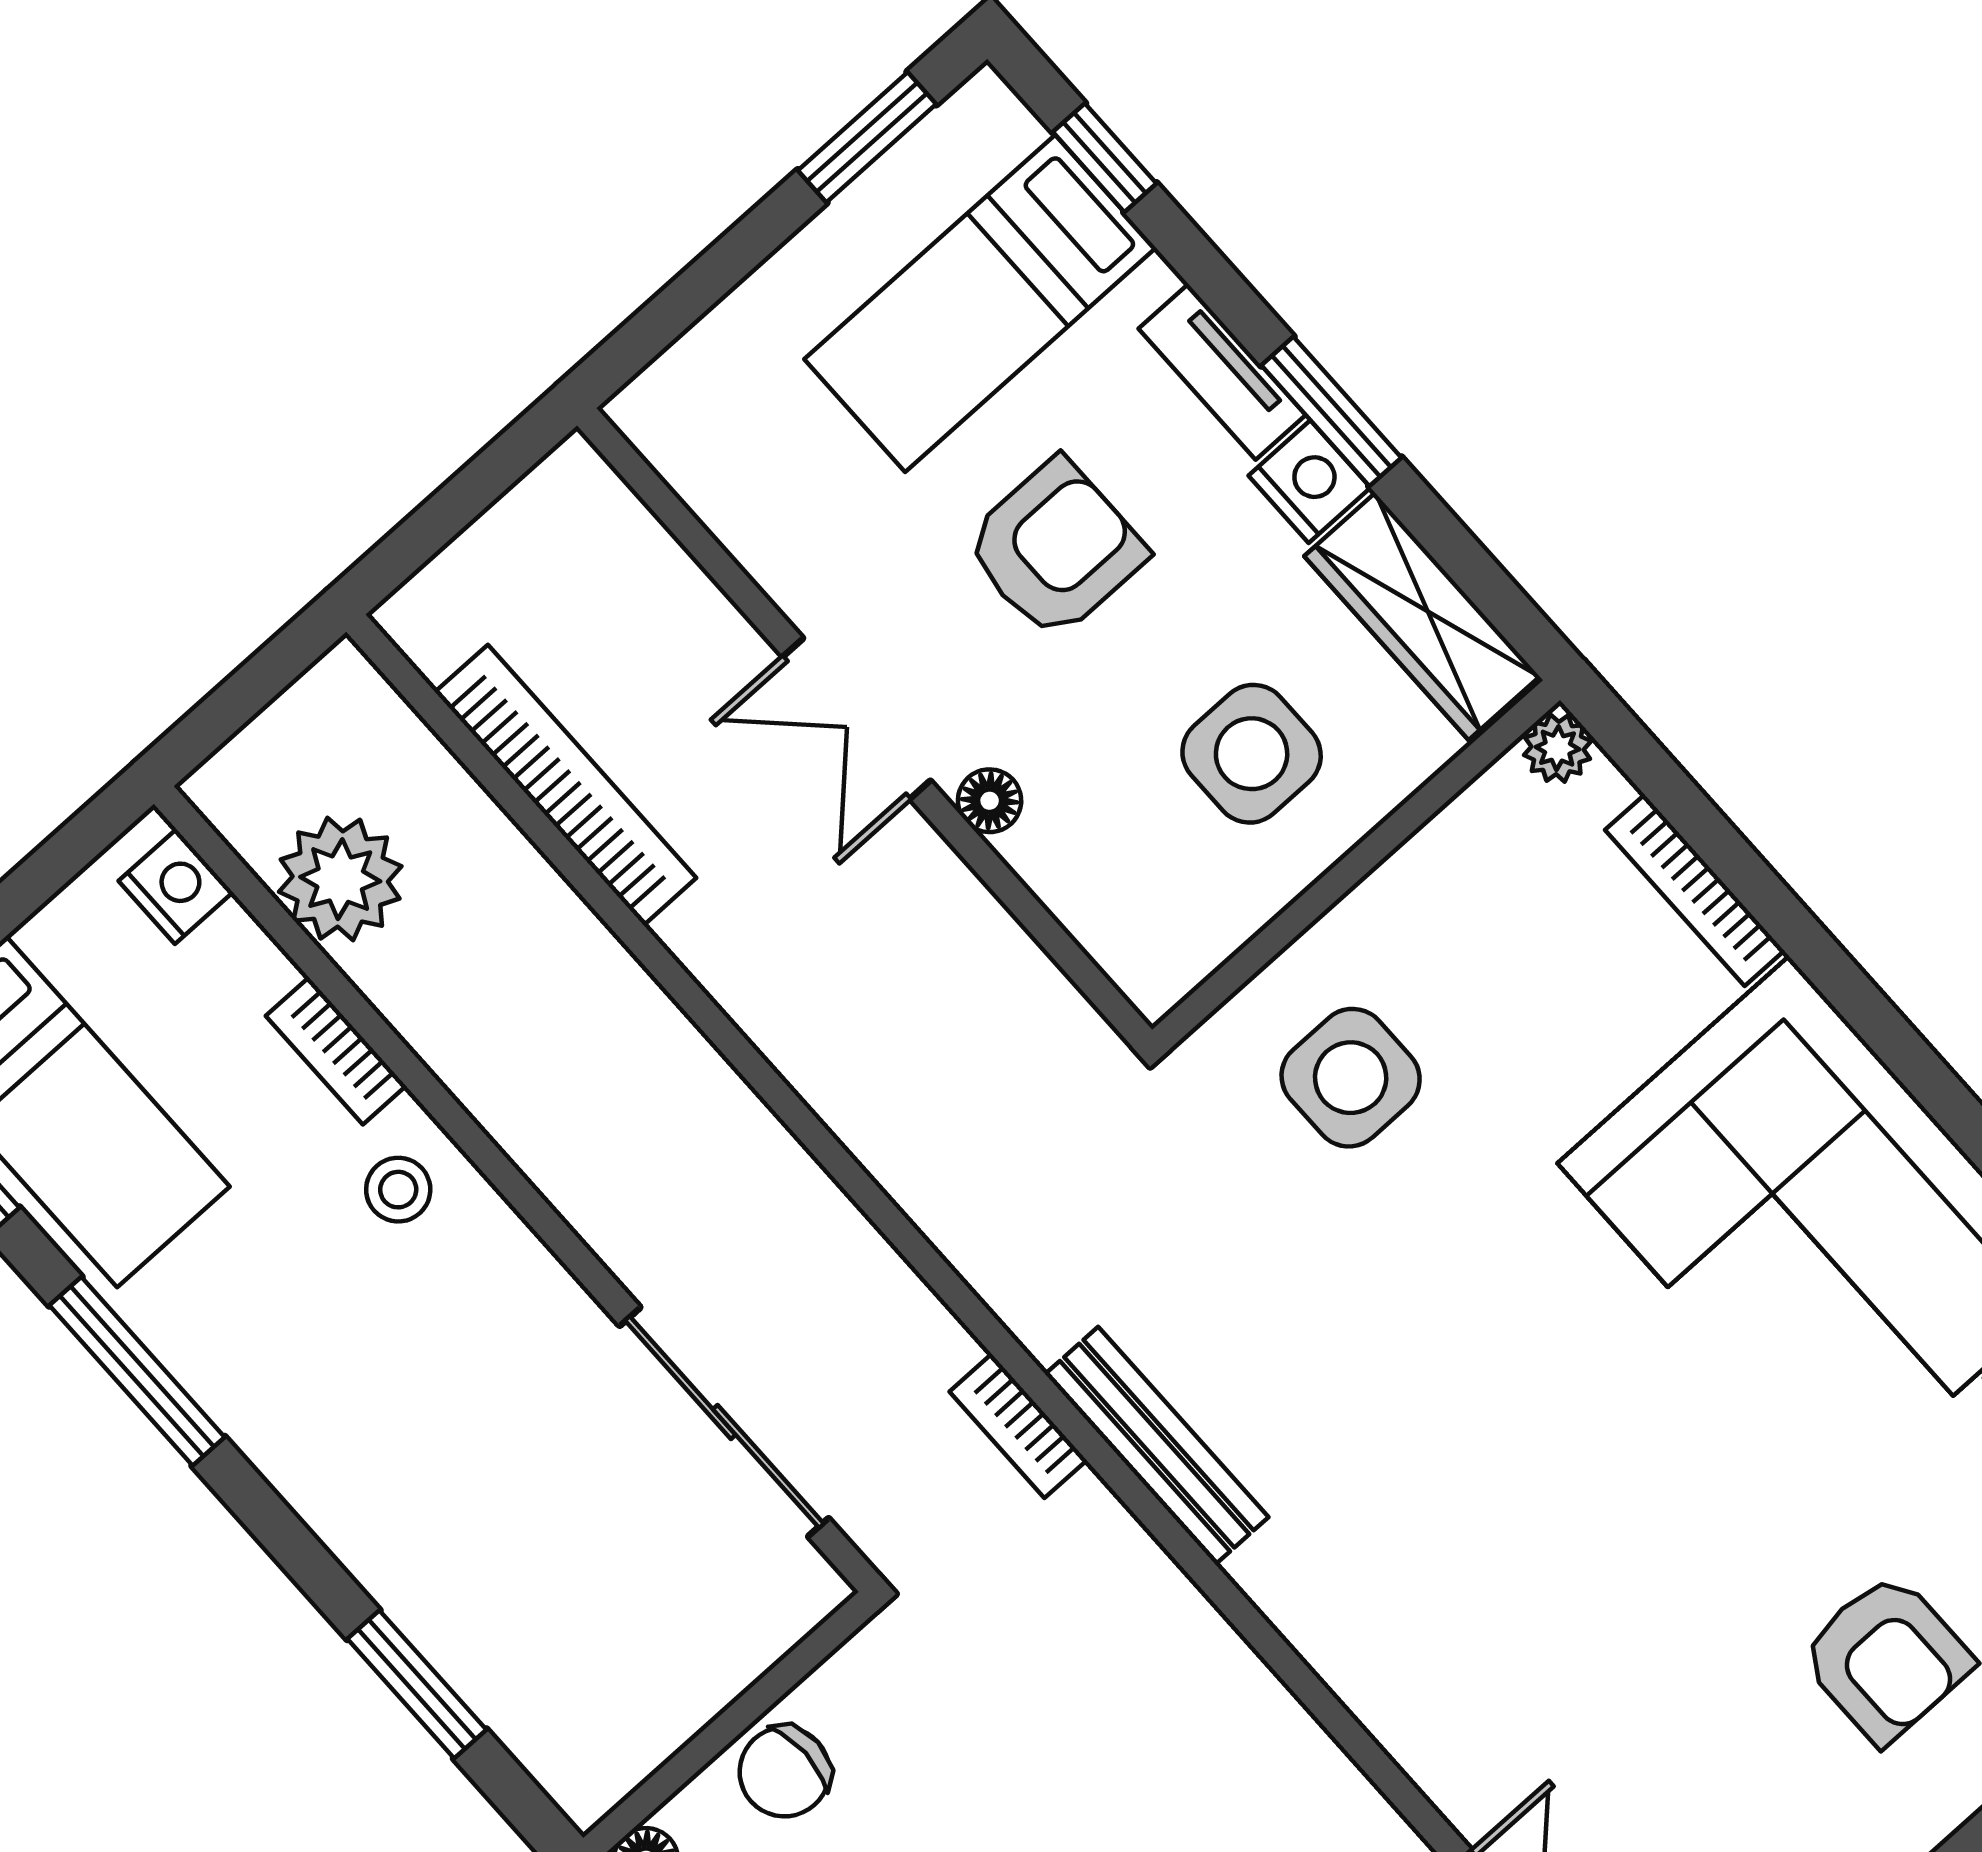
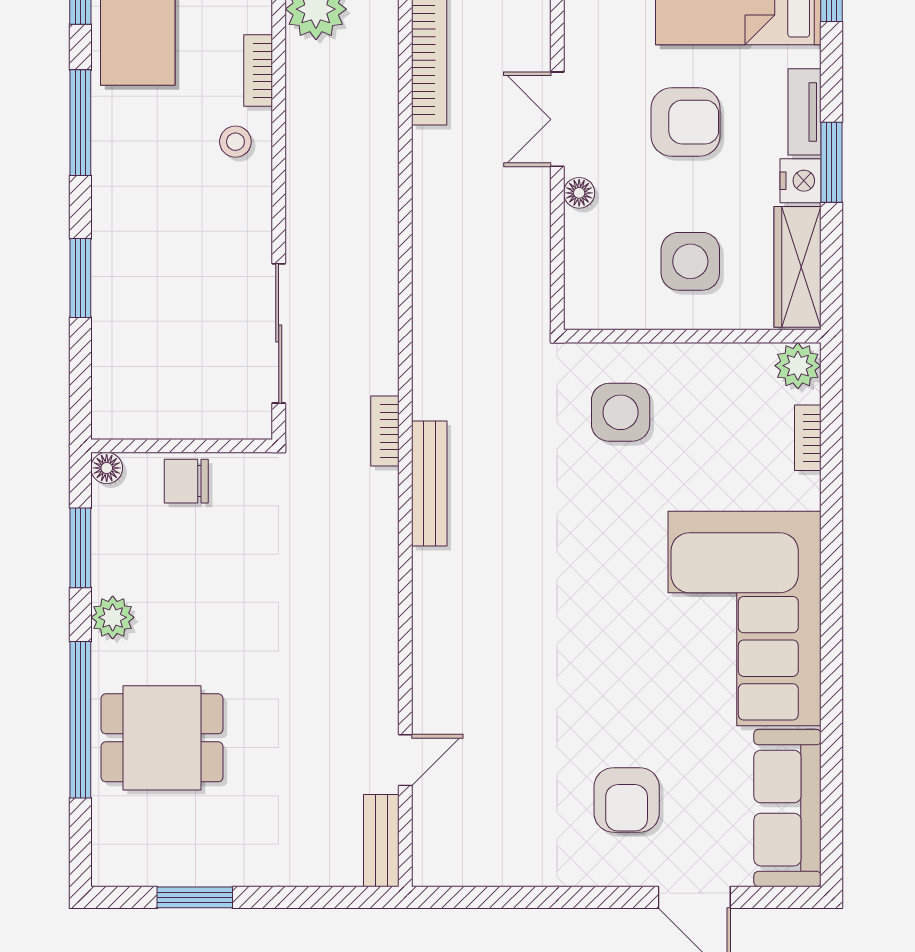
plant: (1557, 748) -> (798, 366), width x1.38, depth x1.38
bookcase: (1695, 890) -> (808, 438), width x0.64
window: (417, 1684) -> (80, 278), moved

